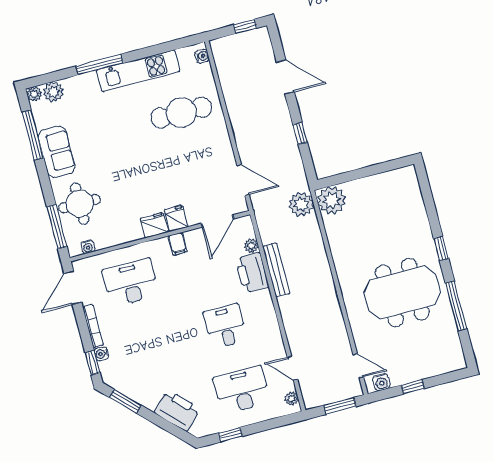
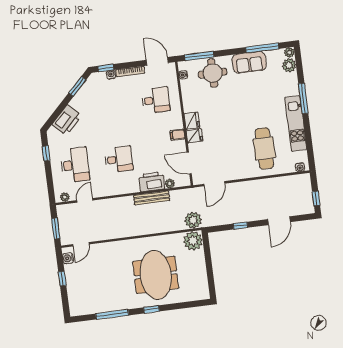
desk: (131, 283) -> (156, 100), width x0.73
meeting table: (402, 292) -> (156, 275), moved

